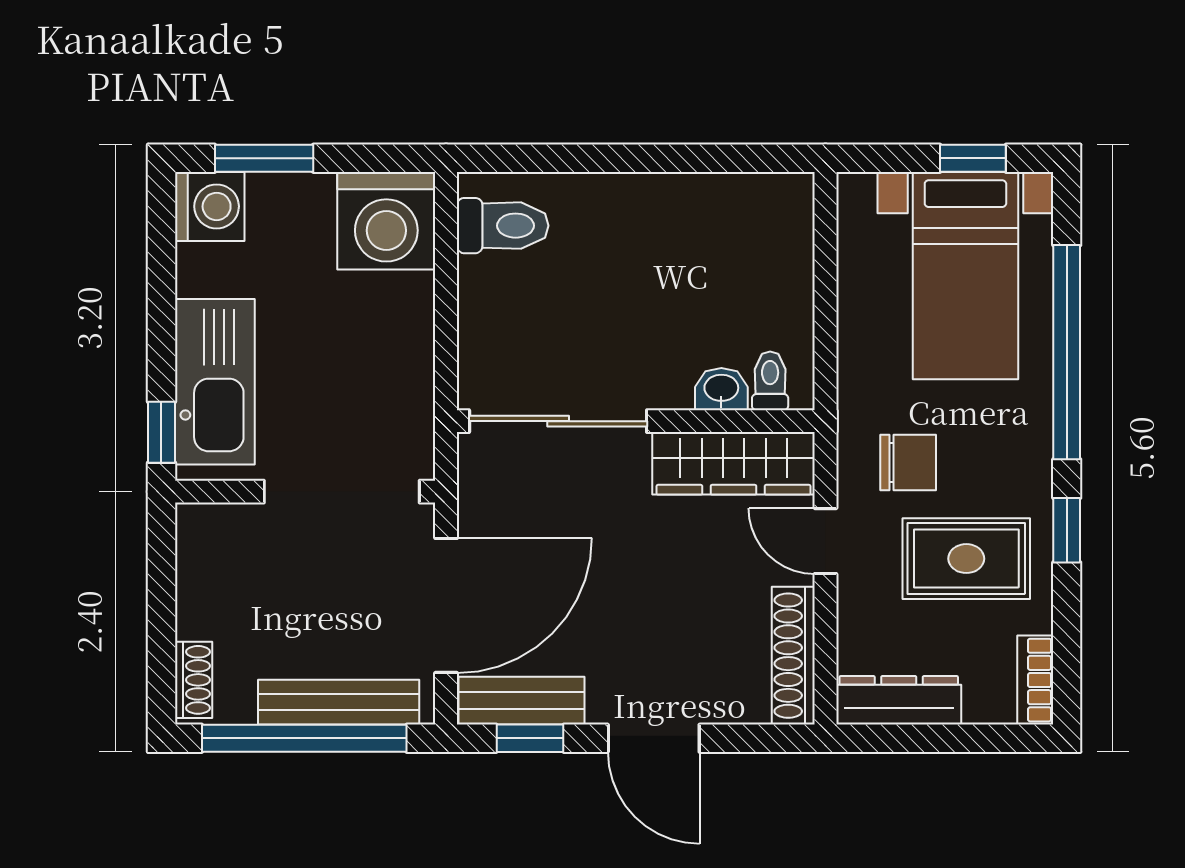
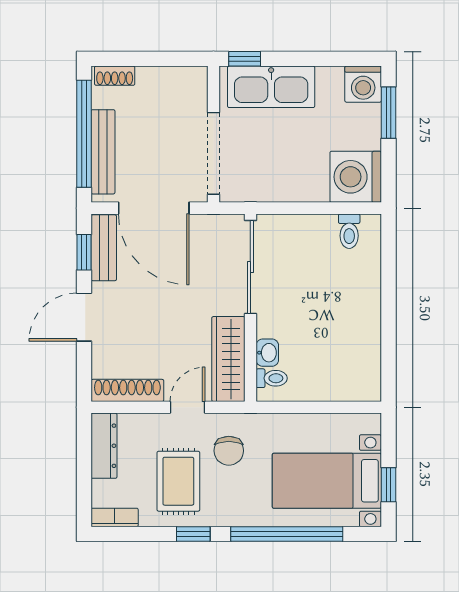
toilet: (503, 226) -> (349, 231), width x0.73, depth x0.72

